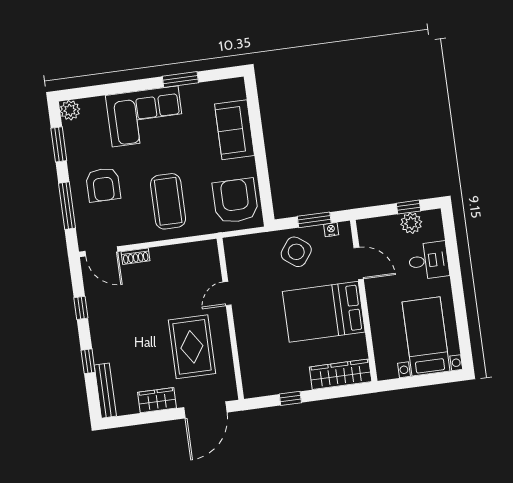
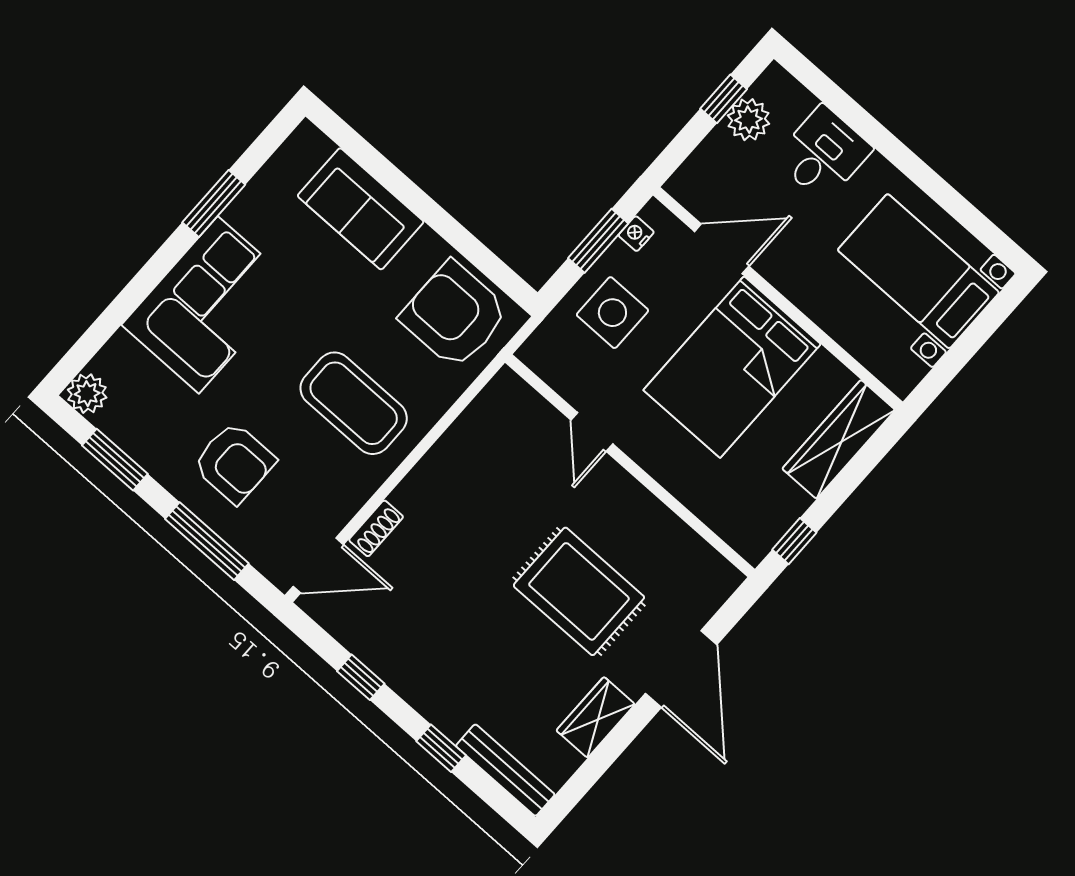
side table: (296, 252) -> (612, 313), turned -37
door: (227, 293) -> (592, 432), moved
wall: (230, 319) -> (630, 466), moved

